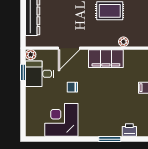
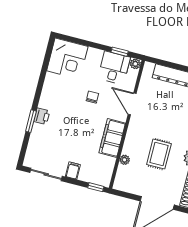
corner desk: (61, 120) -> (67, 59), moved, turned 90
printer: (129, 130) -> (42, 116), moved

